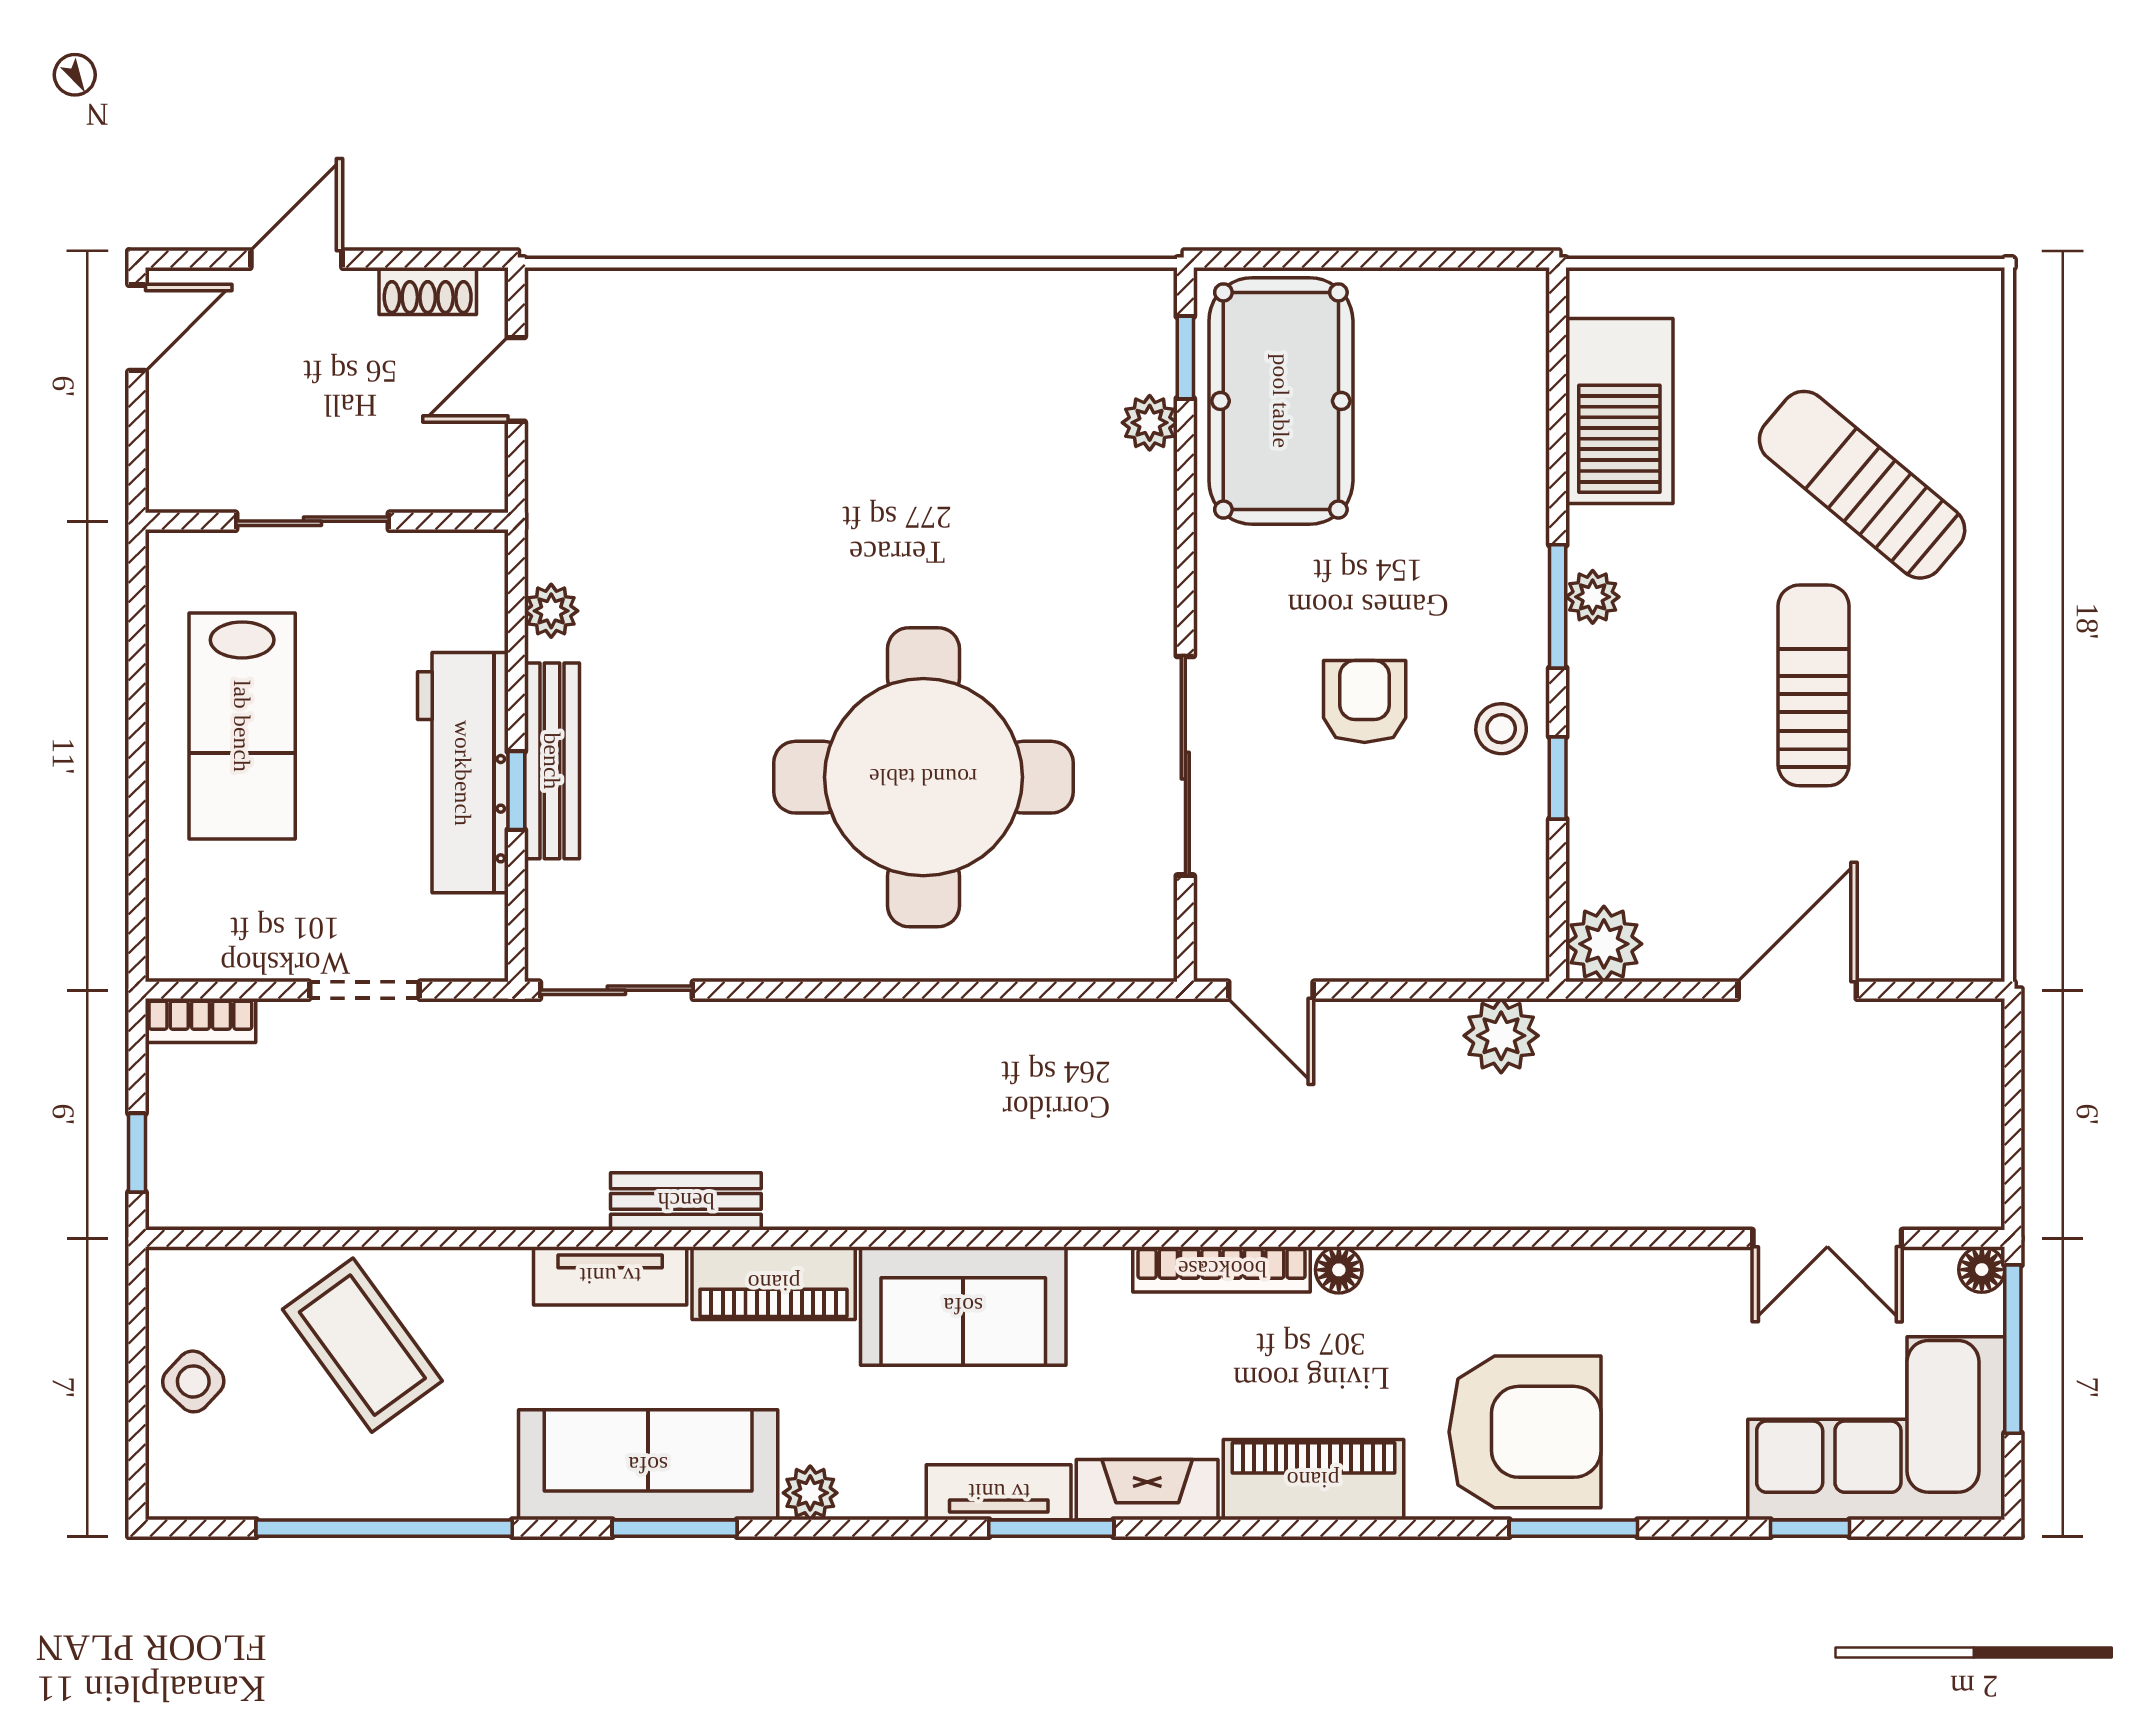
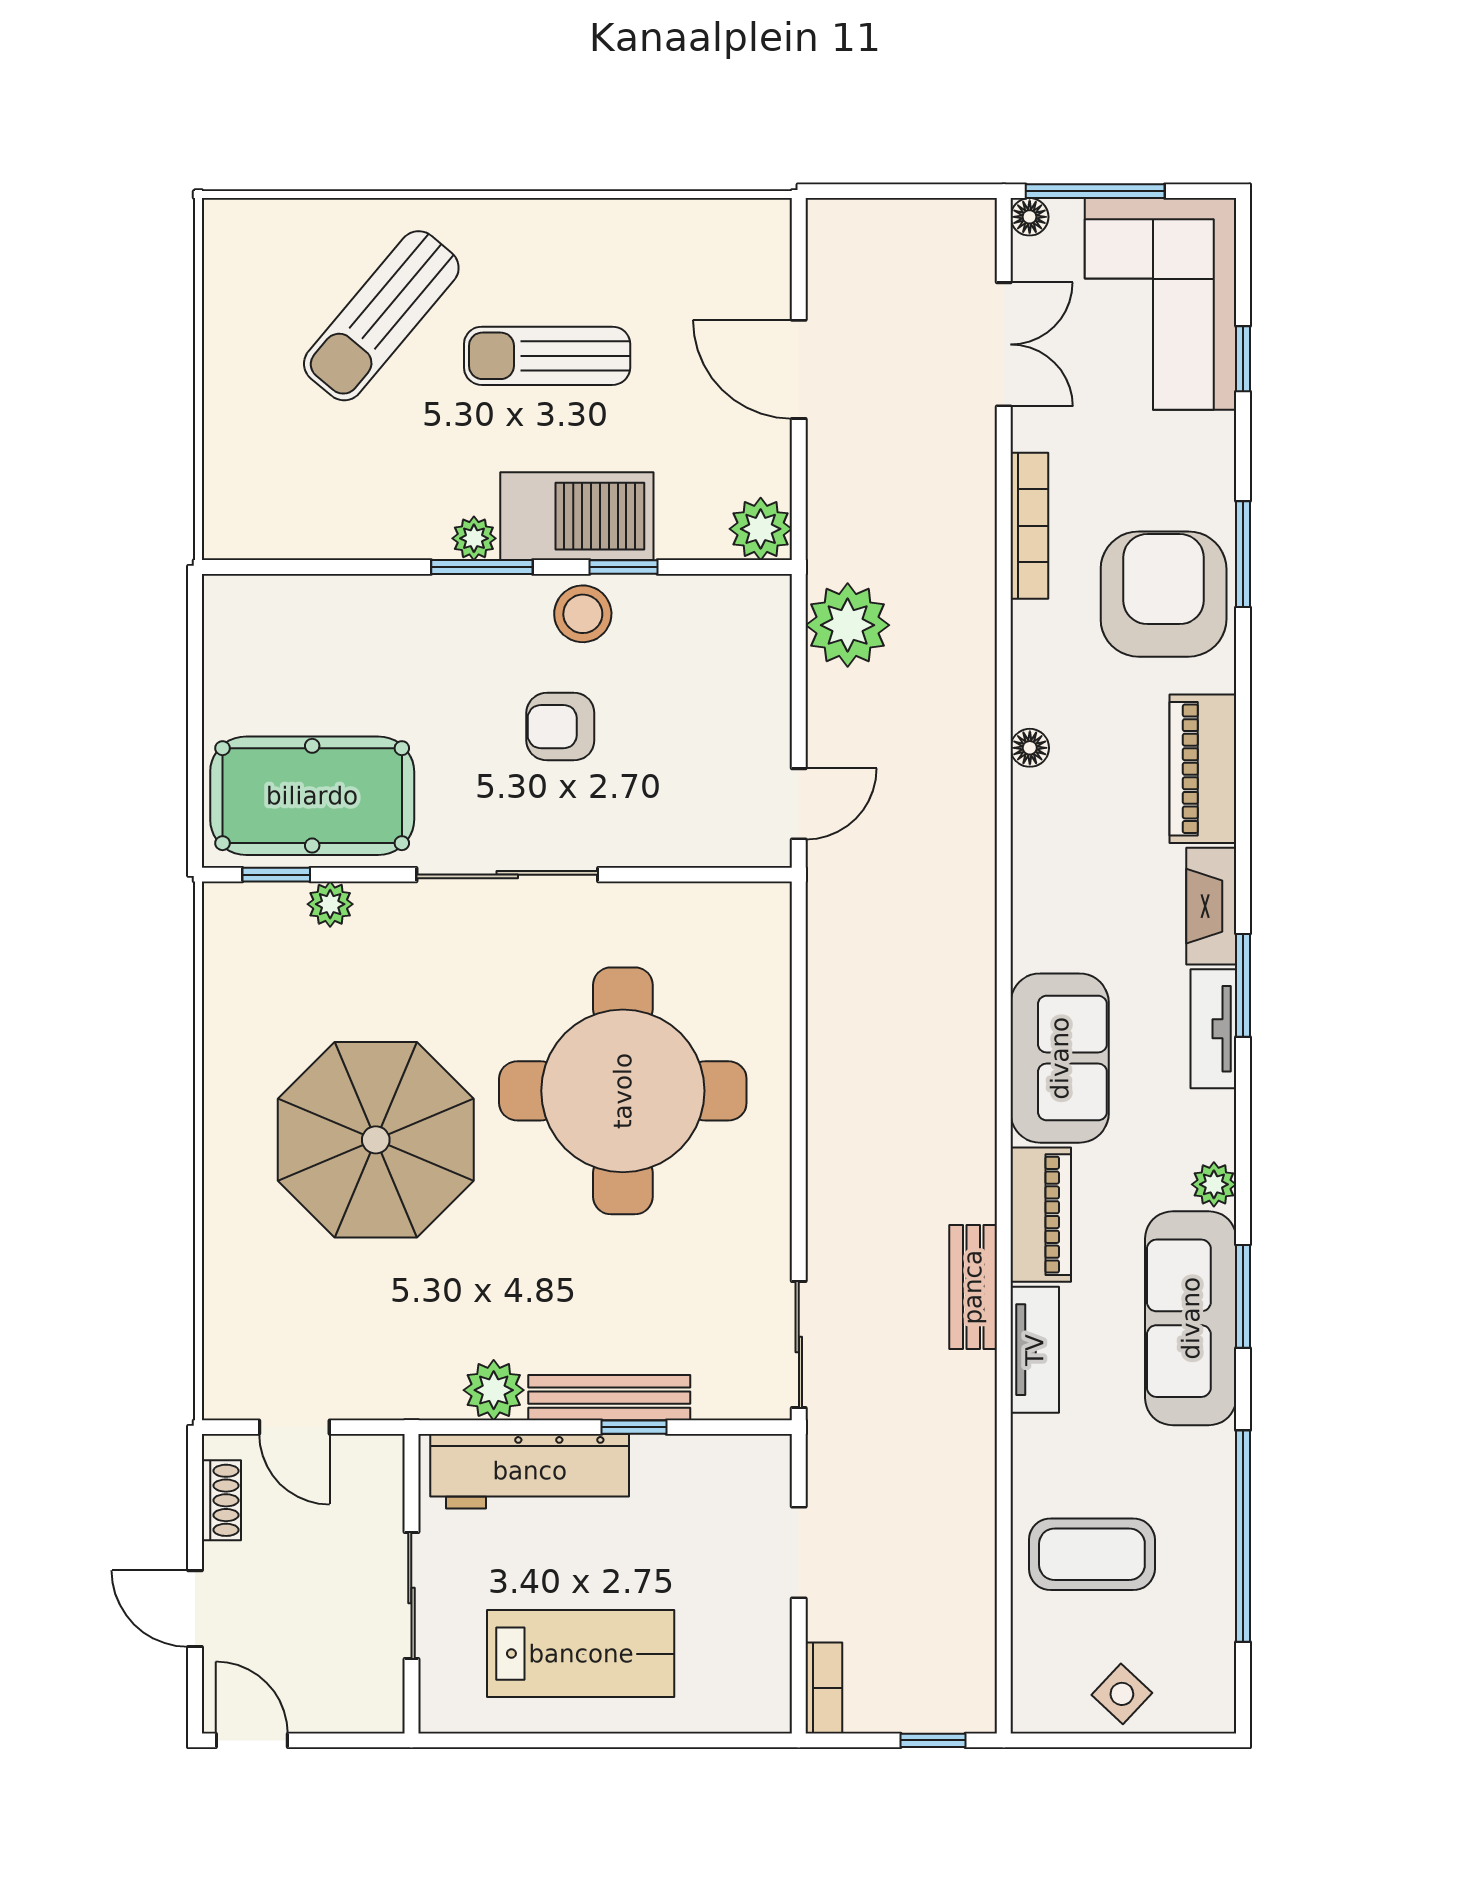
barbecue: (1619, 411) -> (577, 516), moved
parasol: (864, 478) -> (376, 1140), added
plant: (551, 611) -> (494, 1390), width x1.38, depth x1.38
stool: (1501, 729) -> (583, 614), width x1.37, depth x1.37
sliding door: (1185, 766) -> (507, 875), moved
workbench: (463, 773) -> (530, 1471), moved
plant: (1501, 1036) -> (848, 625), width x1.36, depth x1.36
bookcase: (1222, 1269) -> (1029, 526), moved
coffee table: (362, 1345) -> (1092, 1554), turned 36

